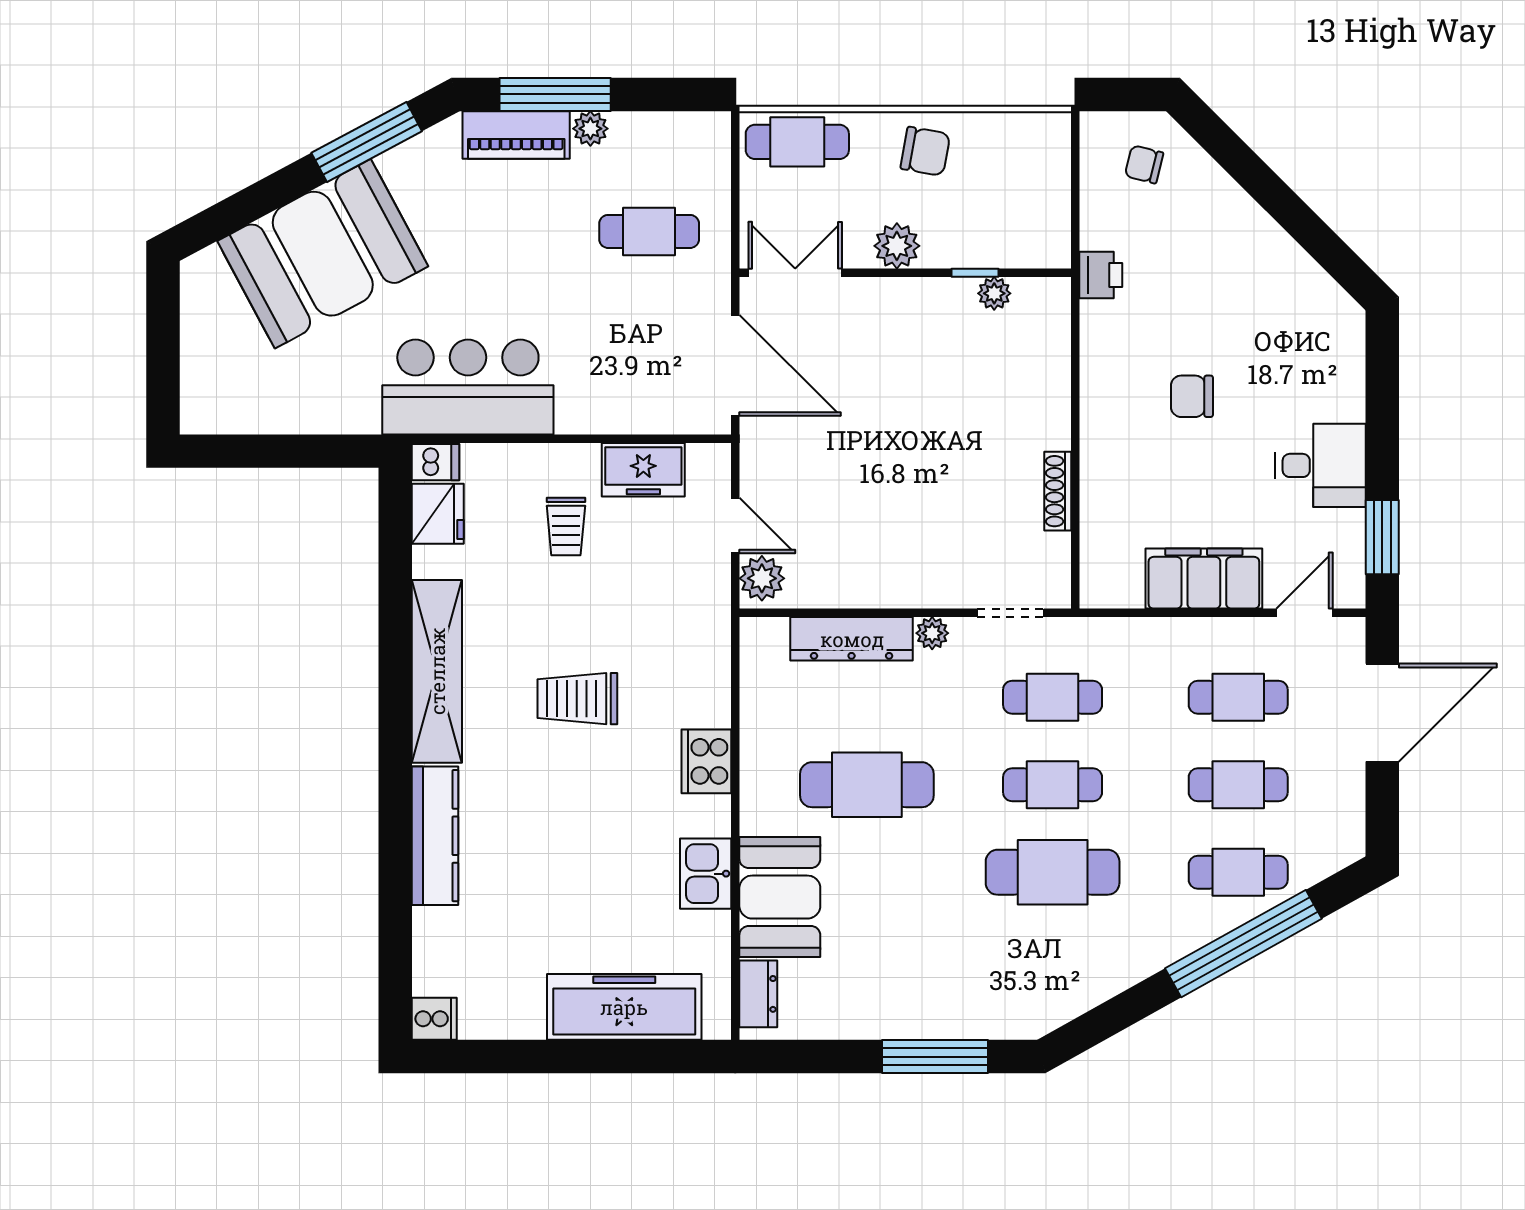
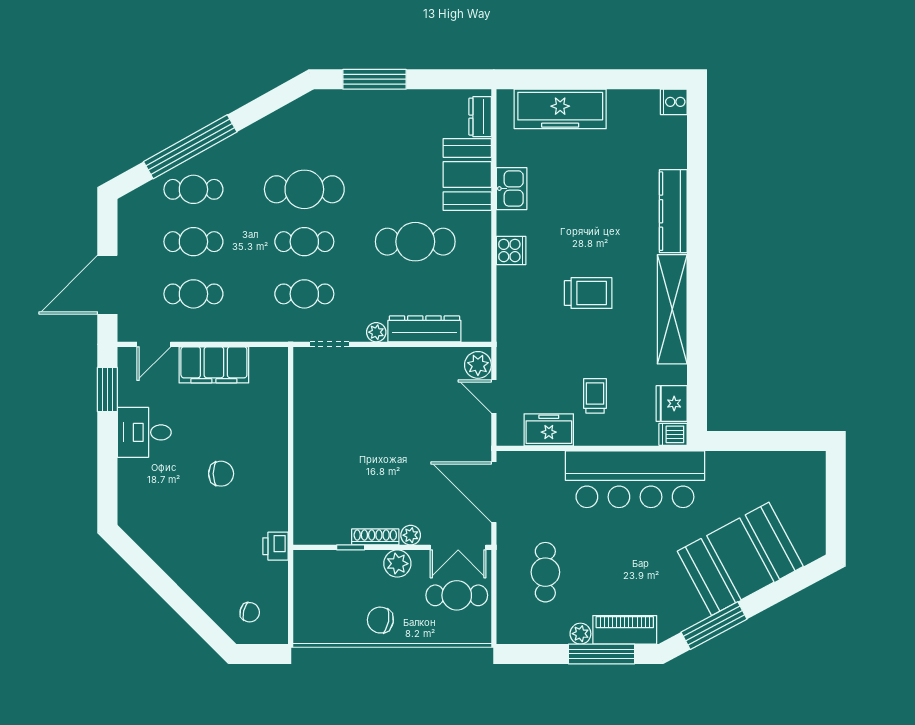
cafe table: (797, 142) -> (457, 595), moved
cafe table: (649, 231) -> (545, 572), turned 90
plant: (994, 293) -> (411, 535), moved
bar counter: (468, 387) -> (635, 479), width x1.36
shoe rack: (1058, 491) -> (375, 537), moved, turned -90
cooker: (706, 761) -> (511, 250), width x0.73

